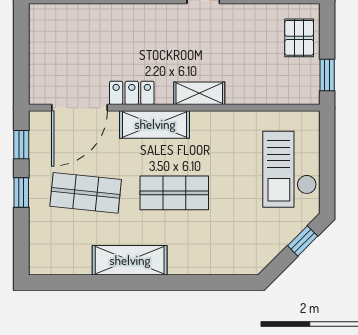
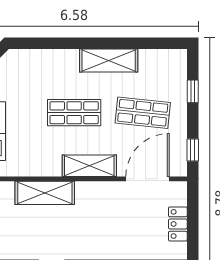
locker: (132, 93) -> (178, 224), moved, turned 90
shelving: (199, 93) -> (45, 193), width x1.50, depth x1.33
window: (21, 193) -> (193, 91), moved

